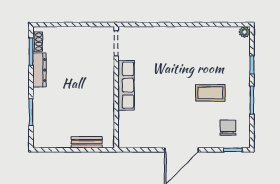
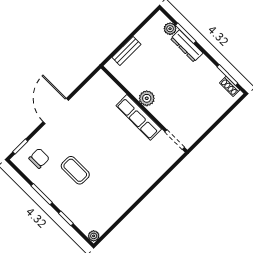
dresser: (39, 70) -> (187, 46), moved
plant: (106, 93) -> (147, 98), added
coffee table: (210, 93) -> (75, 170), turned 90
plant: (39, 127) -> (170, 29), added
chair: (228, 128) -> (39, 158), turned -90

